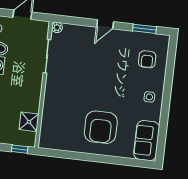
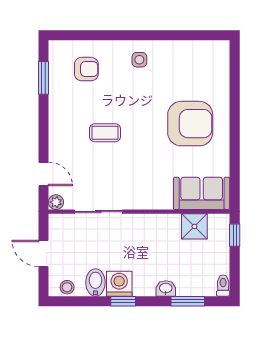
door: (105, 24) -> (44, 174), moved
coffee table: (101, 67) -> (105, 133), added
sofa: (147, 141) -> (202, 193), moved, turned 180

